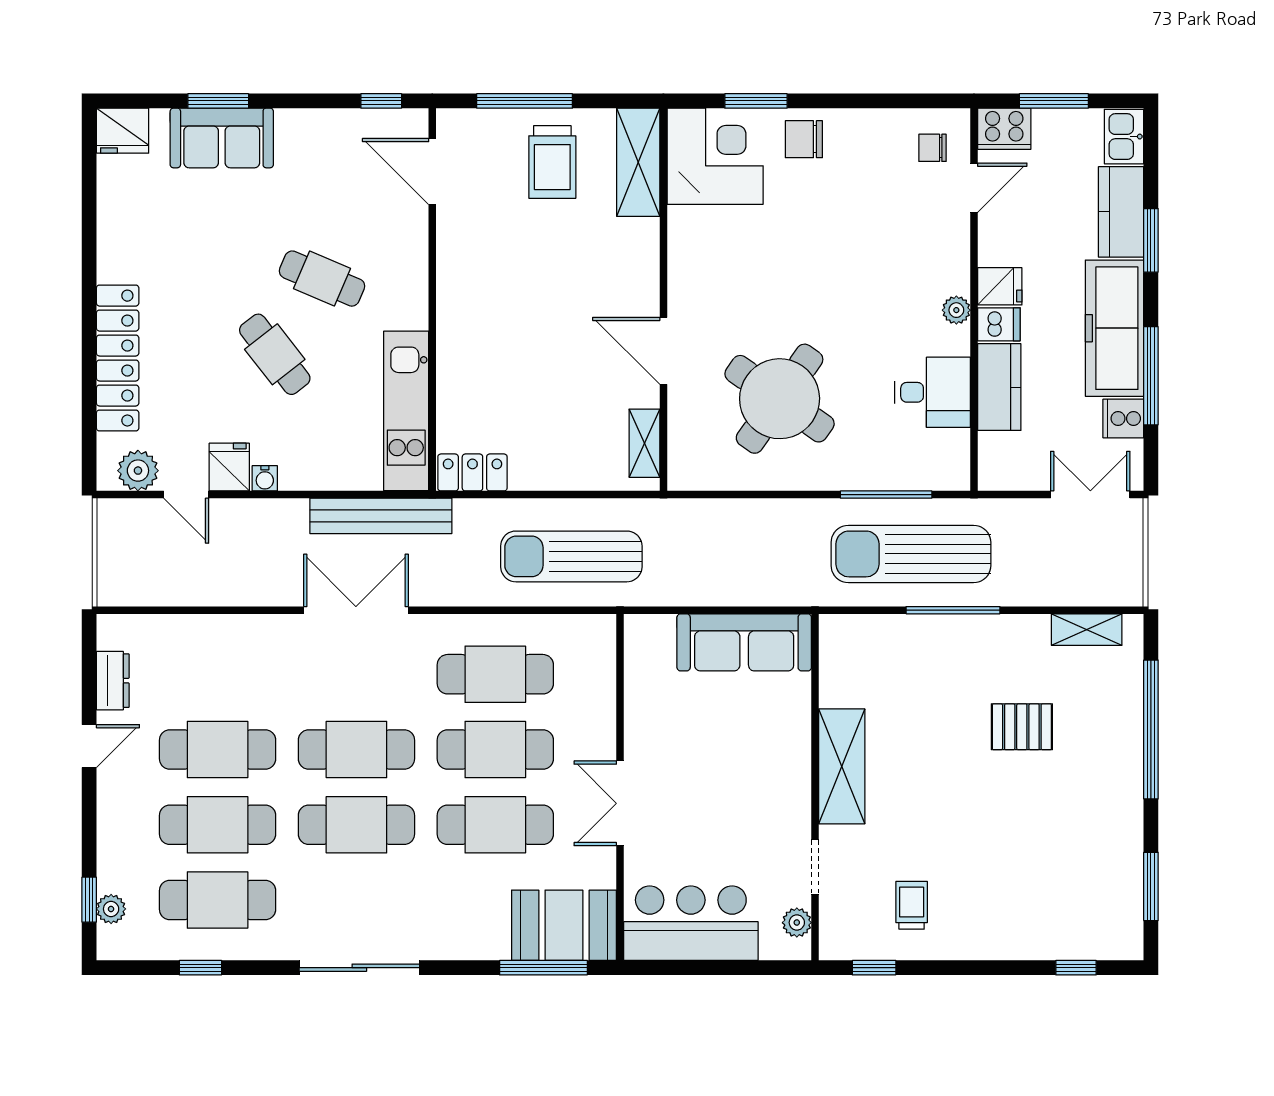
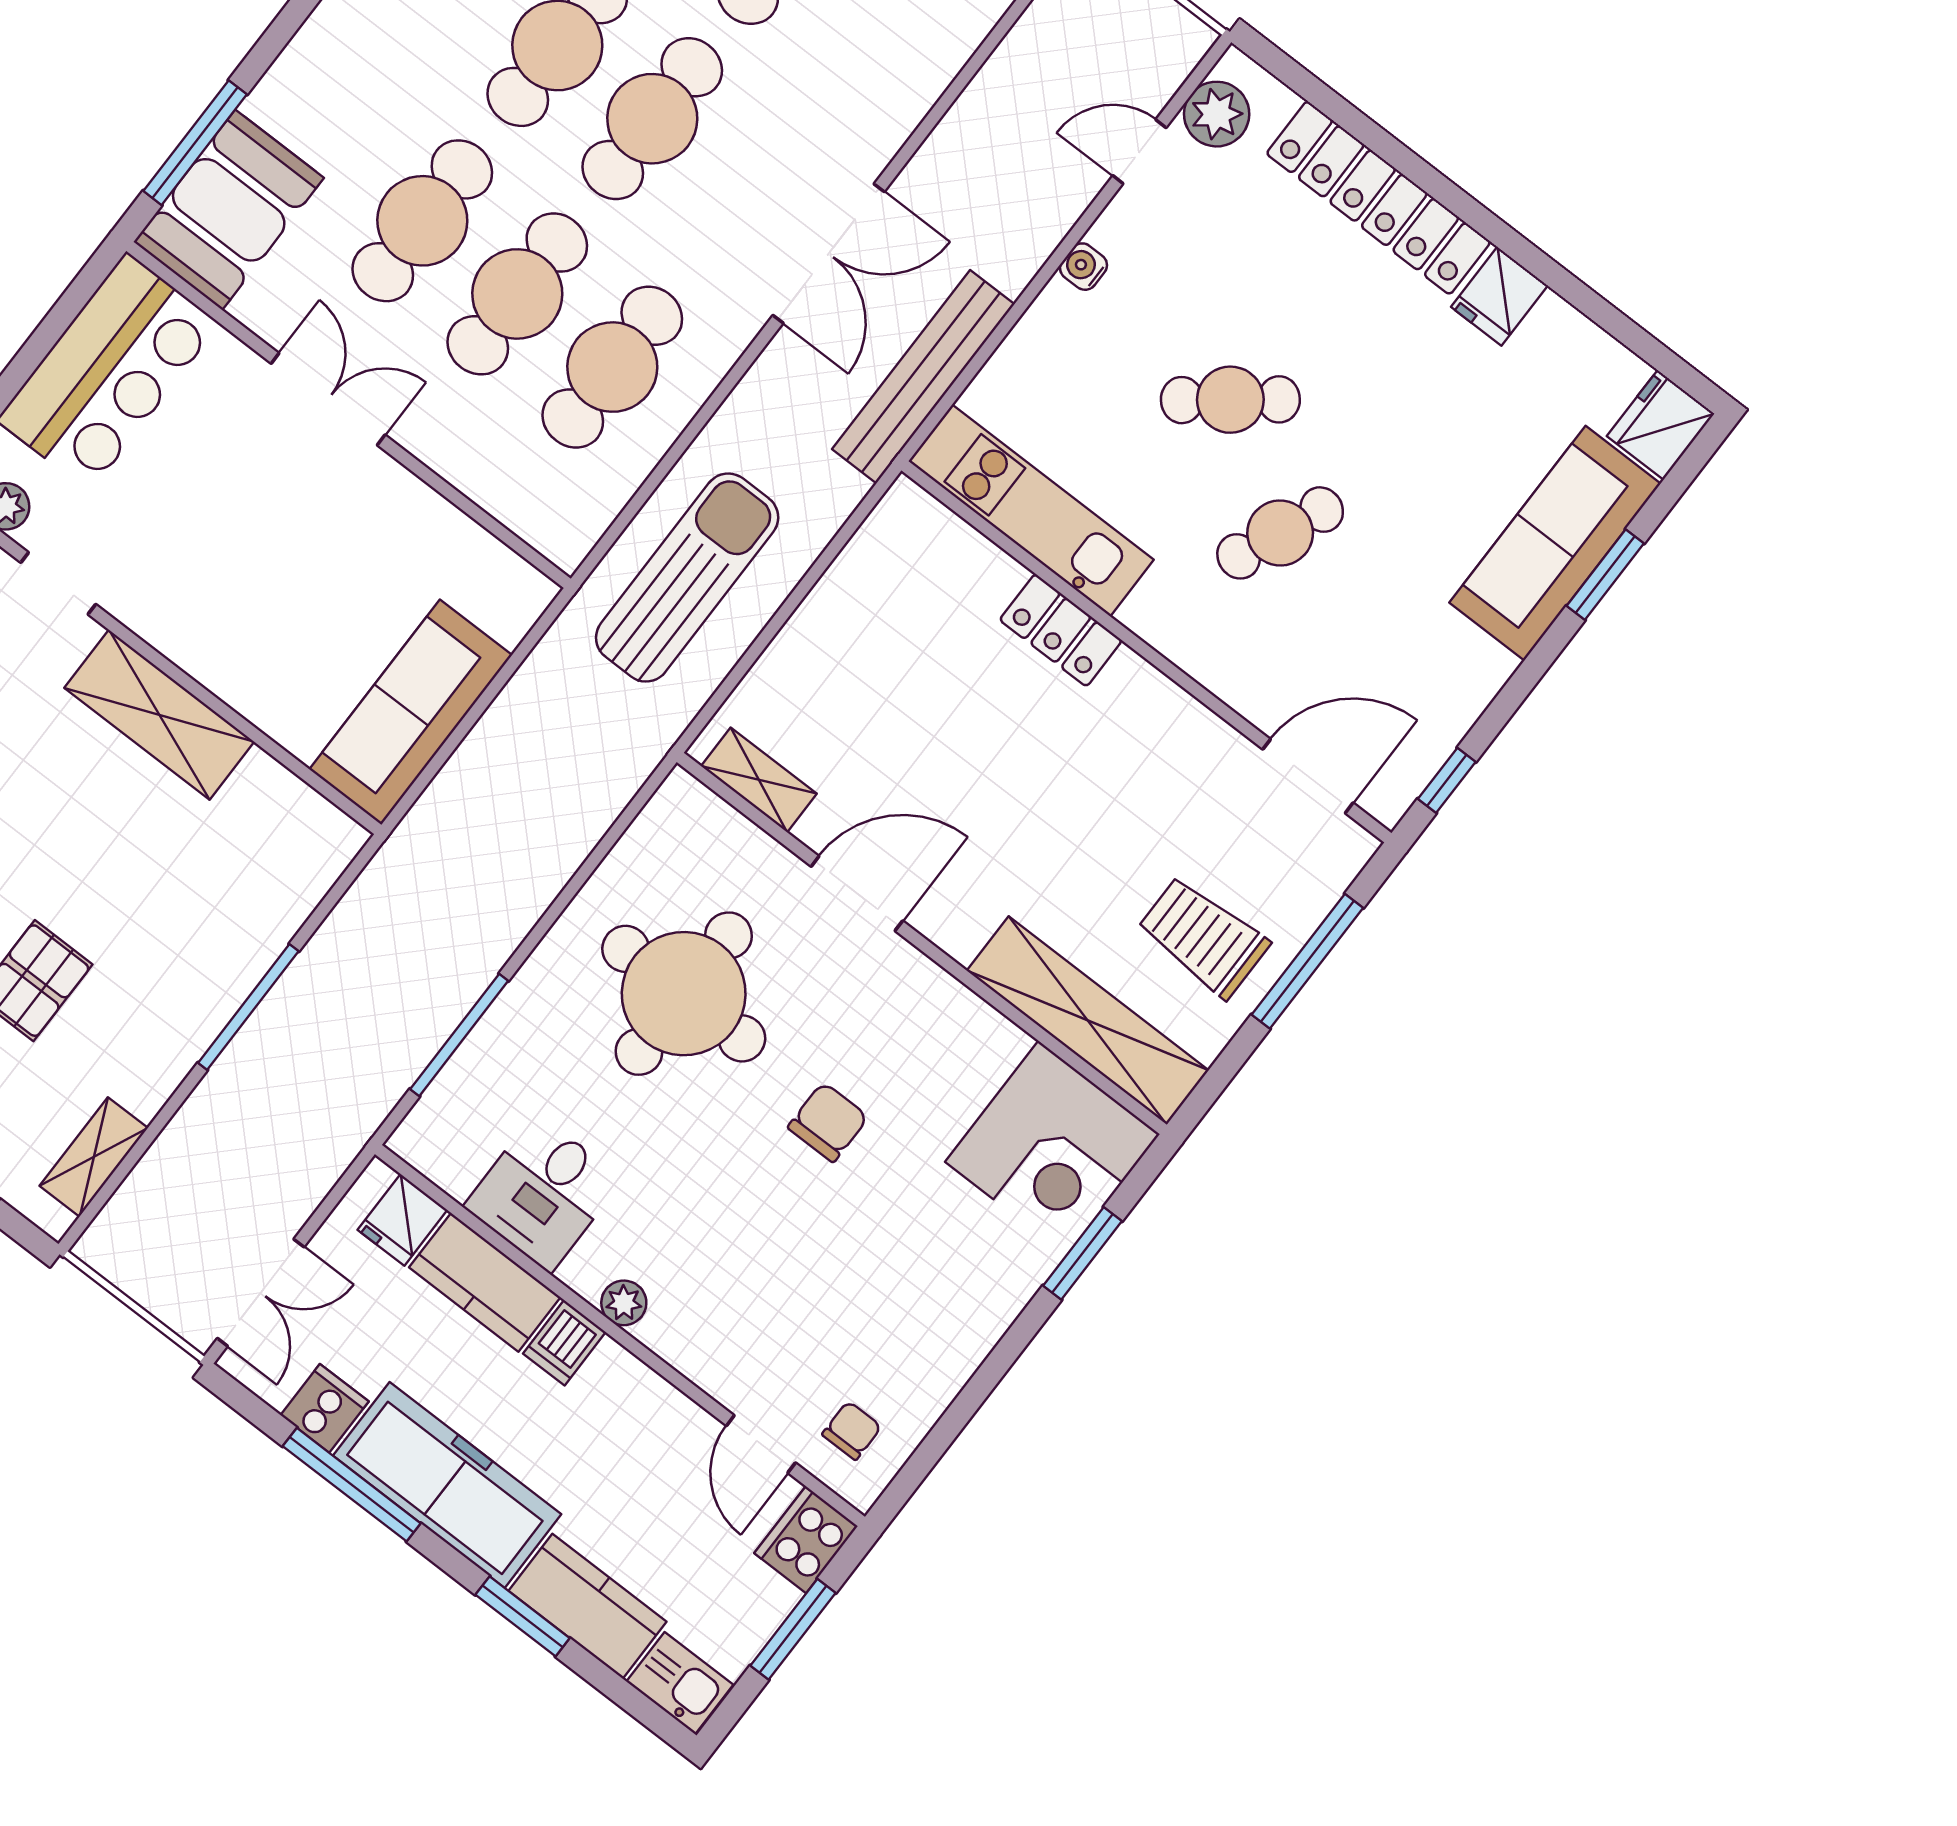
sofa: (222, 138) -> (1555, 543), width x1.36
chair: (804, 139) -> (828, 1122), moved
shelving: (638, 162) -> (1088, 1020), width x1.47
fridge: (1000, 286) -> (402, 1220), moved
round table: (780, 399) -> (684, 994), turned -35
fridge: (229, 467) -> (1499, 296), moved, turned 90
locker: (472, 472) -> (1061, 630), moved, turned 90
sun lounger: (911, 554) -> (360, 1009), removed

